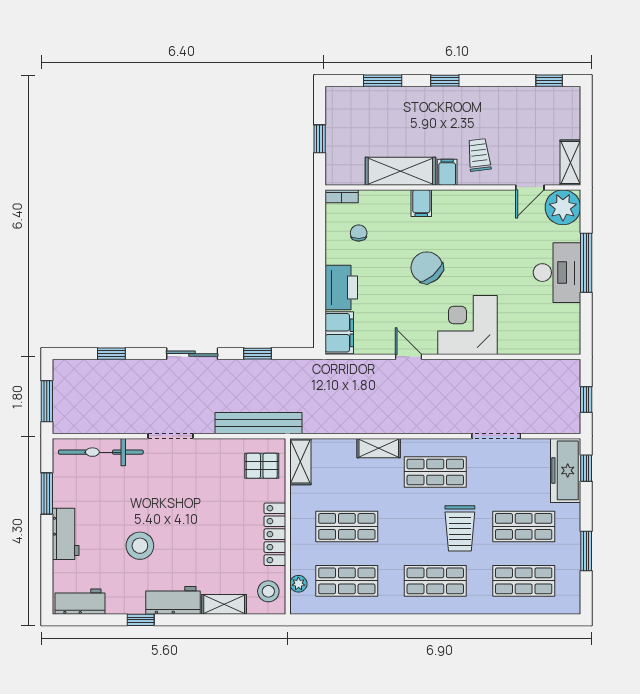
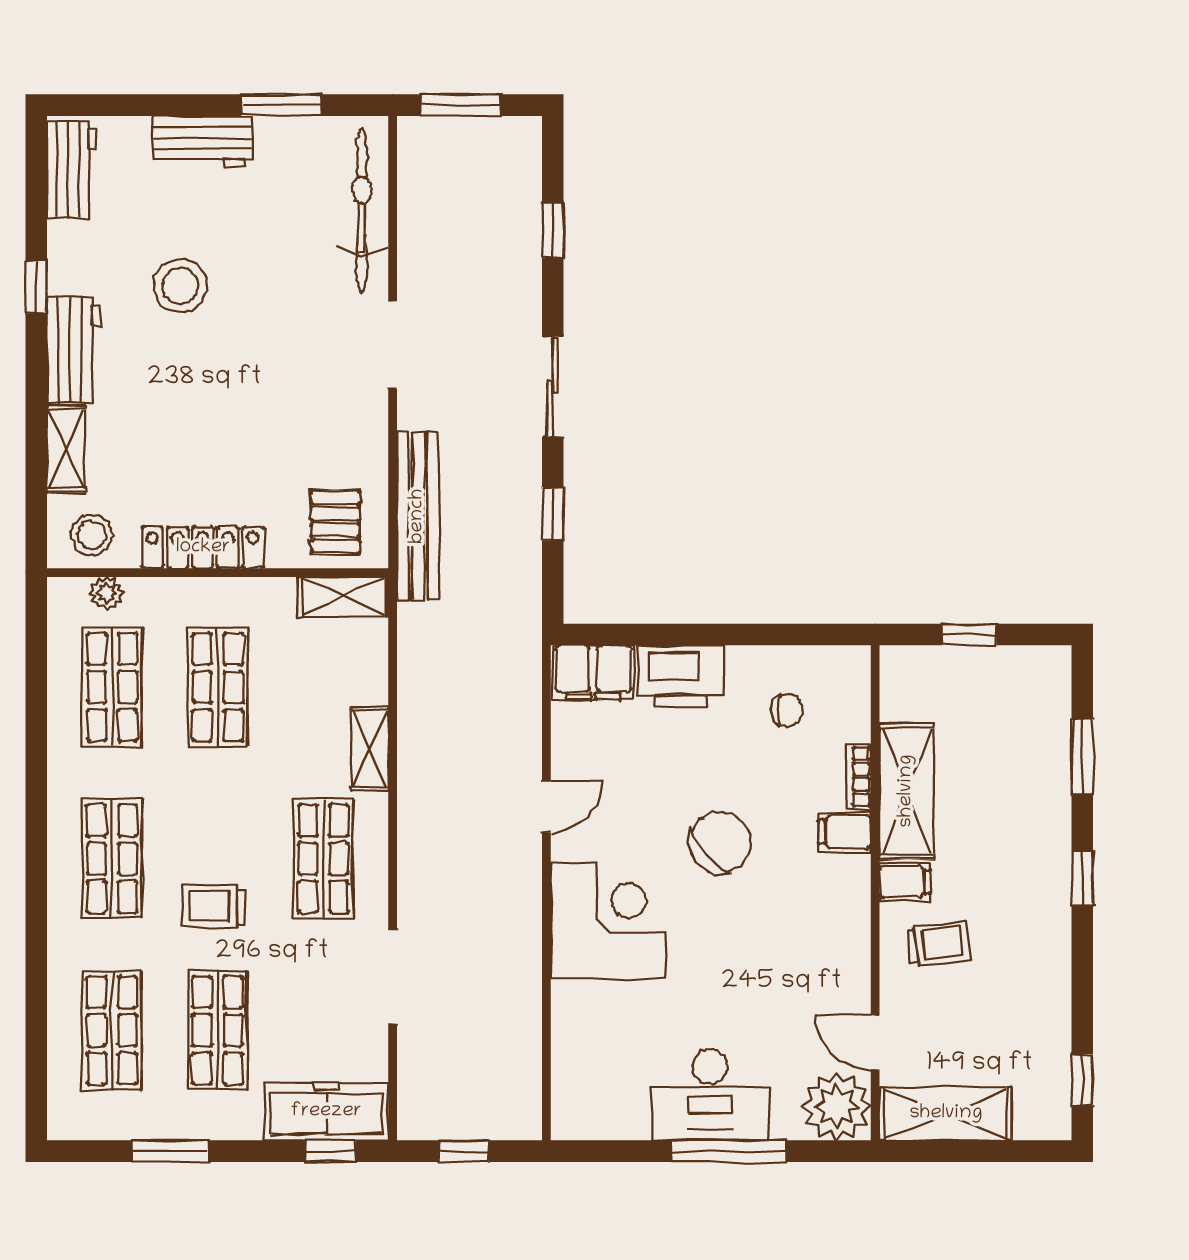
shelving: (570, 163) -> (946, 1114), width x1.50, depth x1.33
bookcase: (342, 196) -> (858, 777), moved
trolley: (460, 528) -> (214, 906), width x0.73, depth x0.72

